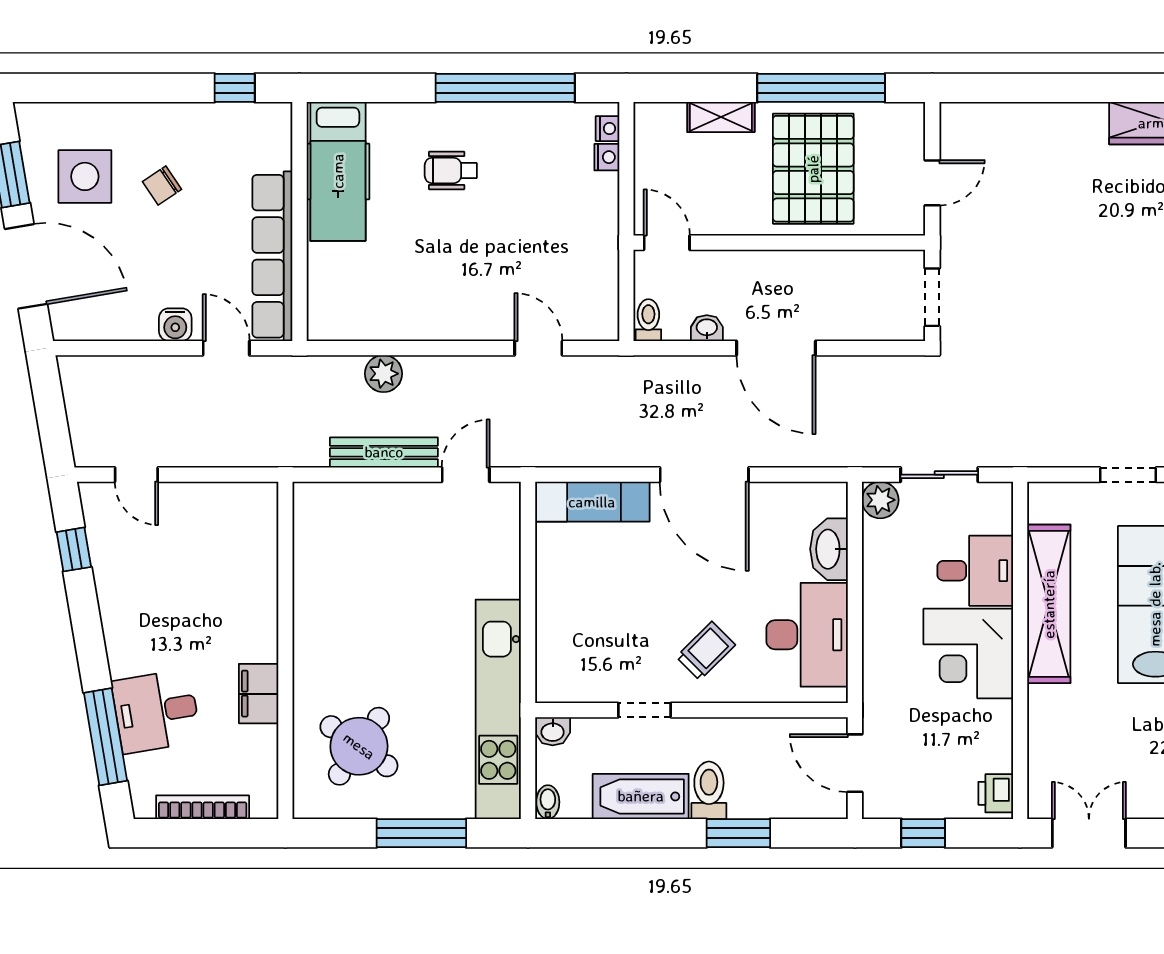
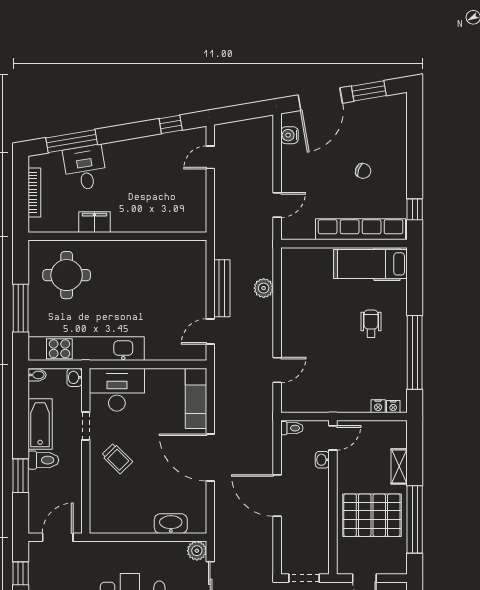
side table: (85, 176) -> (368, 130), removed
chair: (162, 185) -> (363, 171), turned 145
row of seats: (272, 256) -> (361, 229), moved
water cooler: (175, 325) -> (289, 135), moved
washbasin: (707, 328) -> (322, 460), moved, turned 180
door: (776, 348) -> (277, 496), hinge flipped
door: (466, 475) -> (210, 332), swing flipped
door: (704, 475) -> (210, 458), hinge flipped
desk: (807, 635) -> (117, 390), moved, turned 180
round table: (359, 746) -> (67, 275), turned -35

